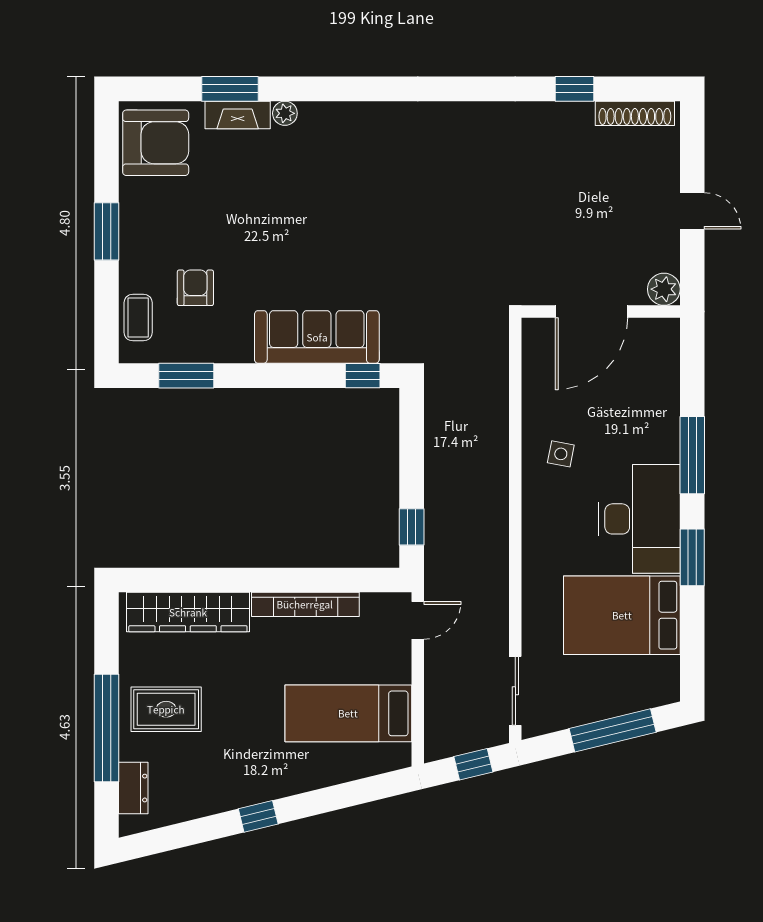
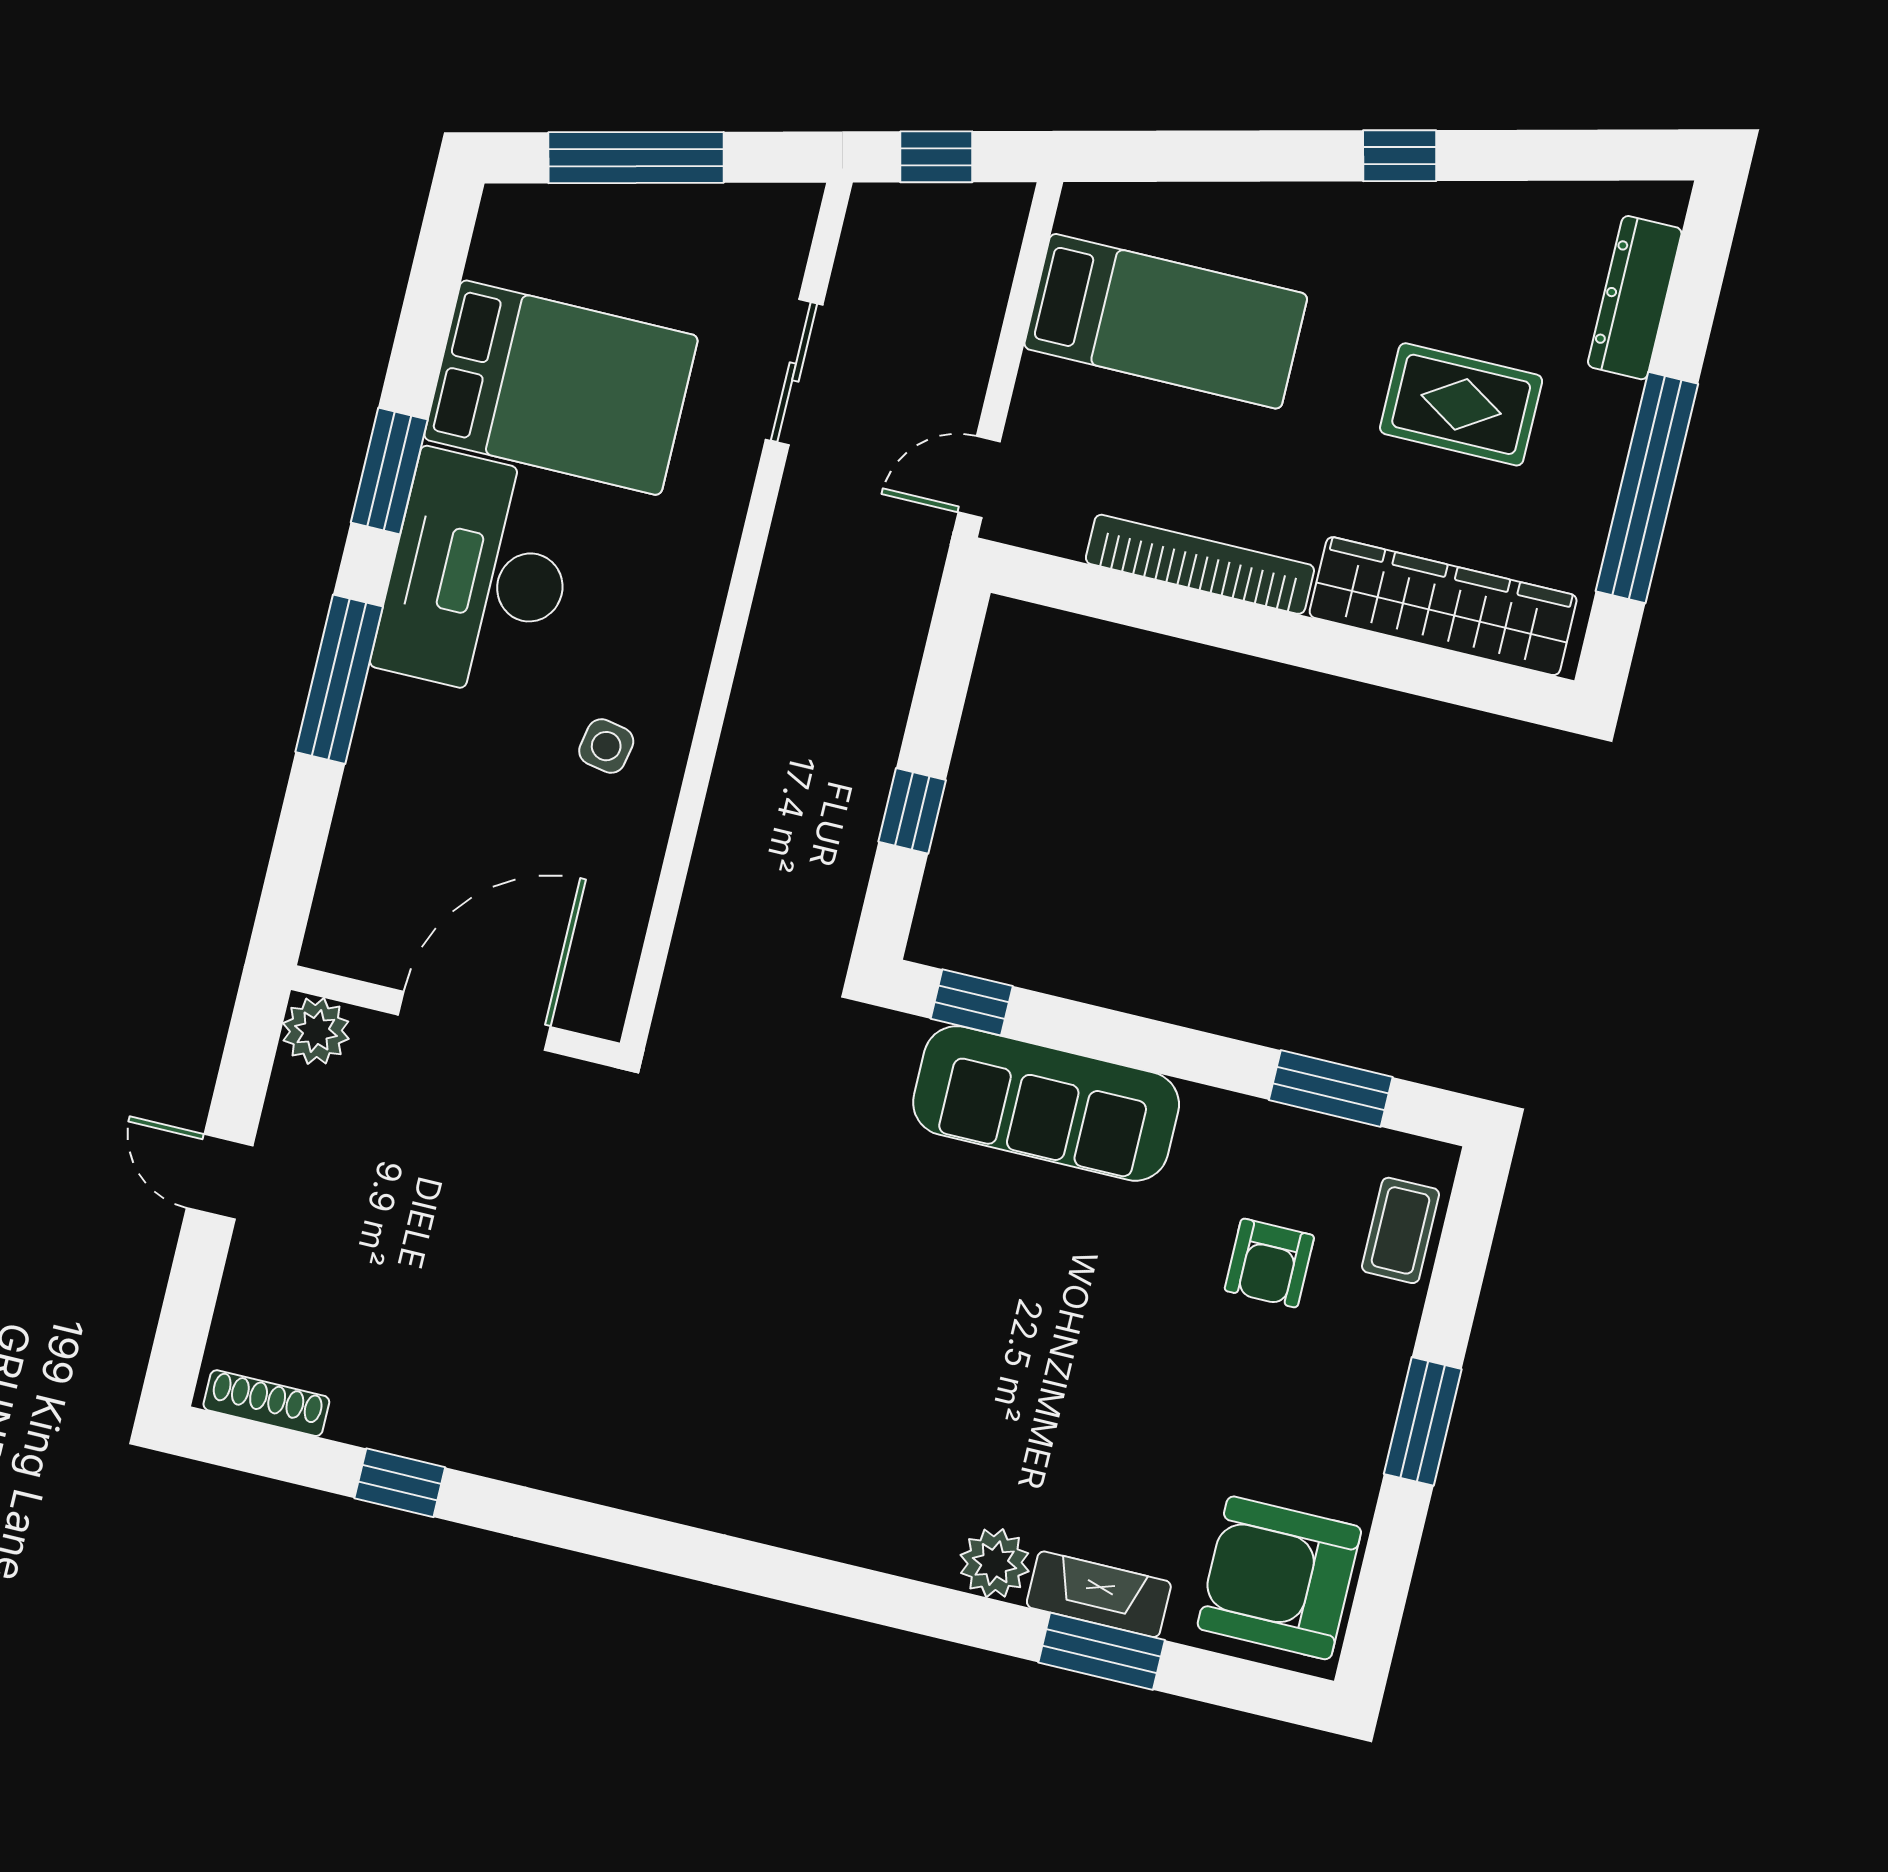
plant: (285, 113) -> (995, 1563), width x1.38, depth x1.38
shoe rack: (635, 113) -> (266, 1403), width x0.74, depth x0.81
window: (412, 527) -> (912, 811), moved
sliding door: (515, 691) -> (794, 372), moved
rug: (166, 709) -> (1461, 404), moved
window: (107, 728) -> (1647, 487), moved
dresser: (133, 788) -> (1635, 298), width x1.44

